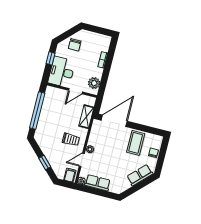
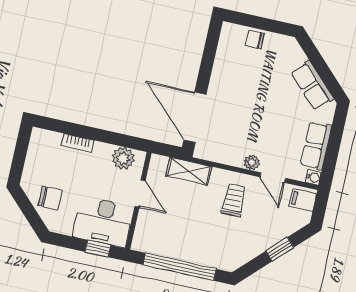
window: (50, 58) -> (98, 249), moved
coffee table: (136, 143) -> (237, 74), removed
row of seats: (140, 175) -> (312, 85), moved

